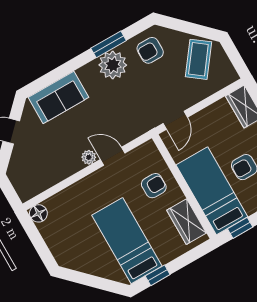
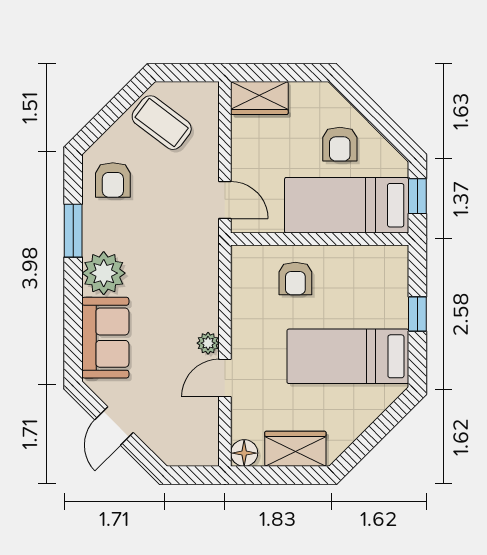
plant: (113, 65) -> (104, 273), moved
door: (113, 156) -> (225, 378), moved
armchair: (154, 186) -> (295, 278), turned 180
wardrobe: (187, 222) -> (295, 449), moved, turned 180
window: (158, 275) -> (417, 314), moved

